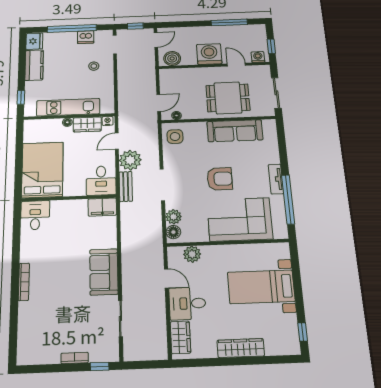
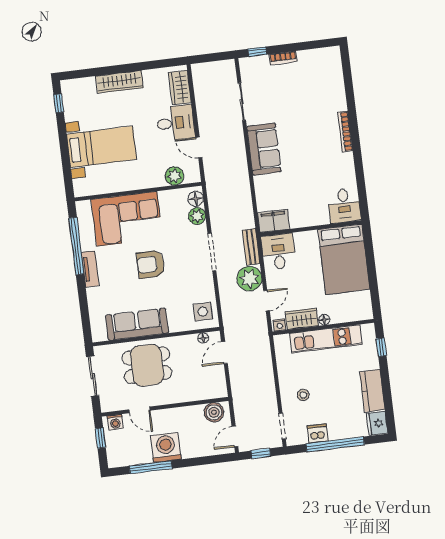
washing machine: (209, 54) -> (166, 447), moved, turned 180

